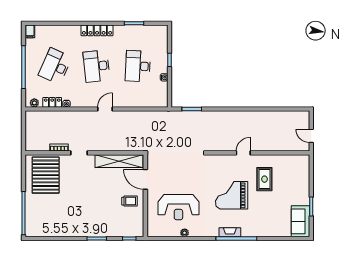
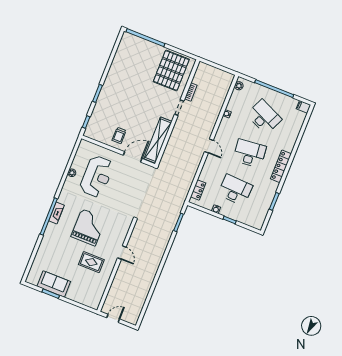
locker: (52, 102) -> (198, 190), moved
pallet: (46, 175) -> (171, 71), turned 90
reception desk: (178, 207) -> (97, 176), turned 180
sofa: (301, 221) -> (54, 284), moved

